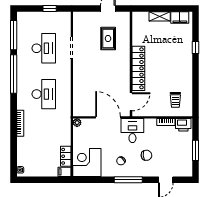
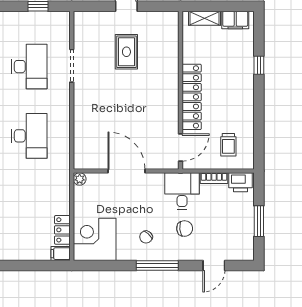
wall: (131, 64) -> (181, 90), moved
locker: (138, 68) -> (192, 97), moved
door: (131, 102) -> (181, 147), moved
desk: (132, 131) -> (182, 191), moved

